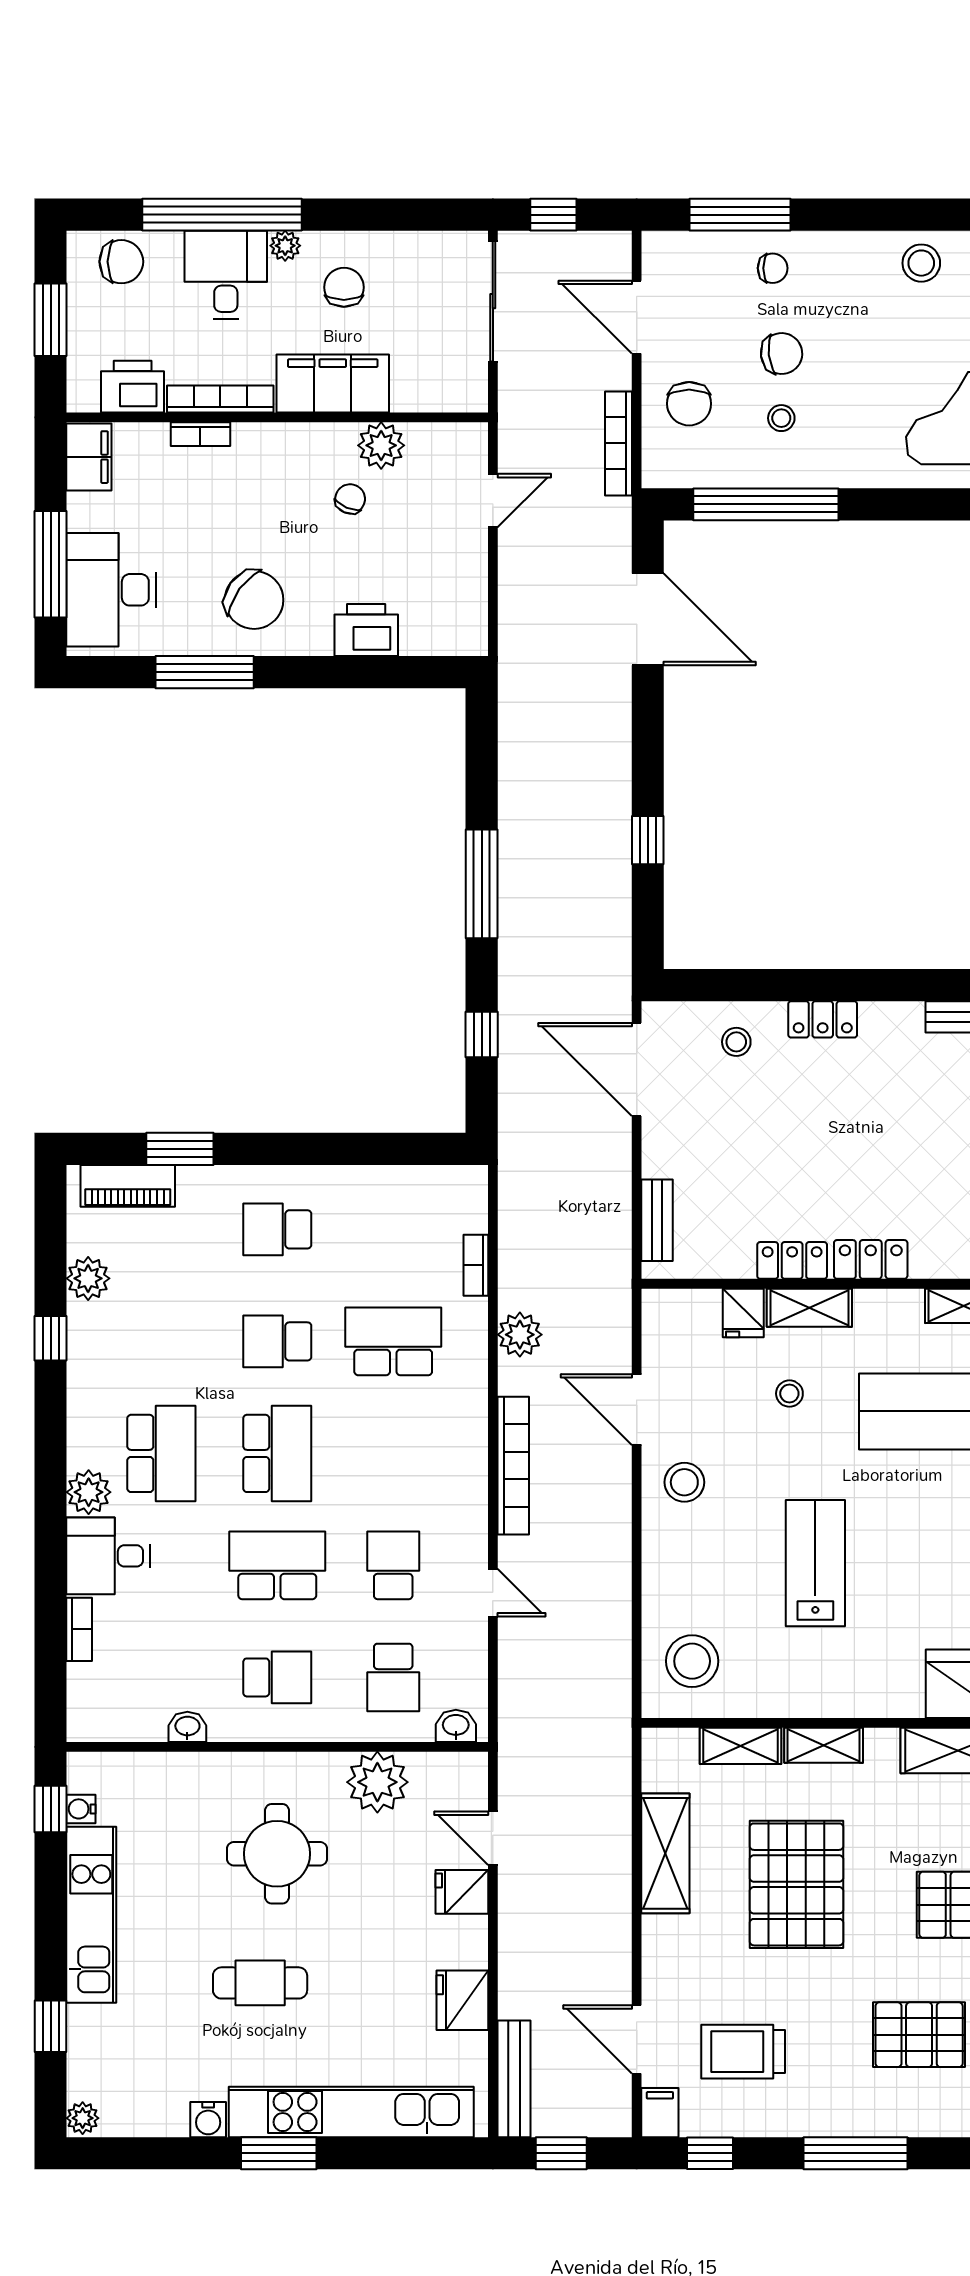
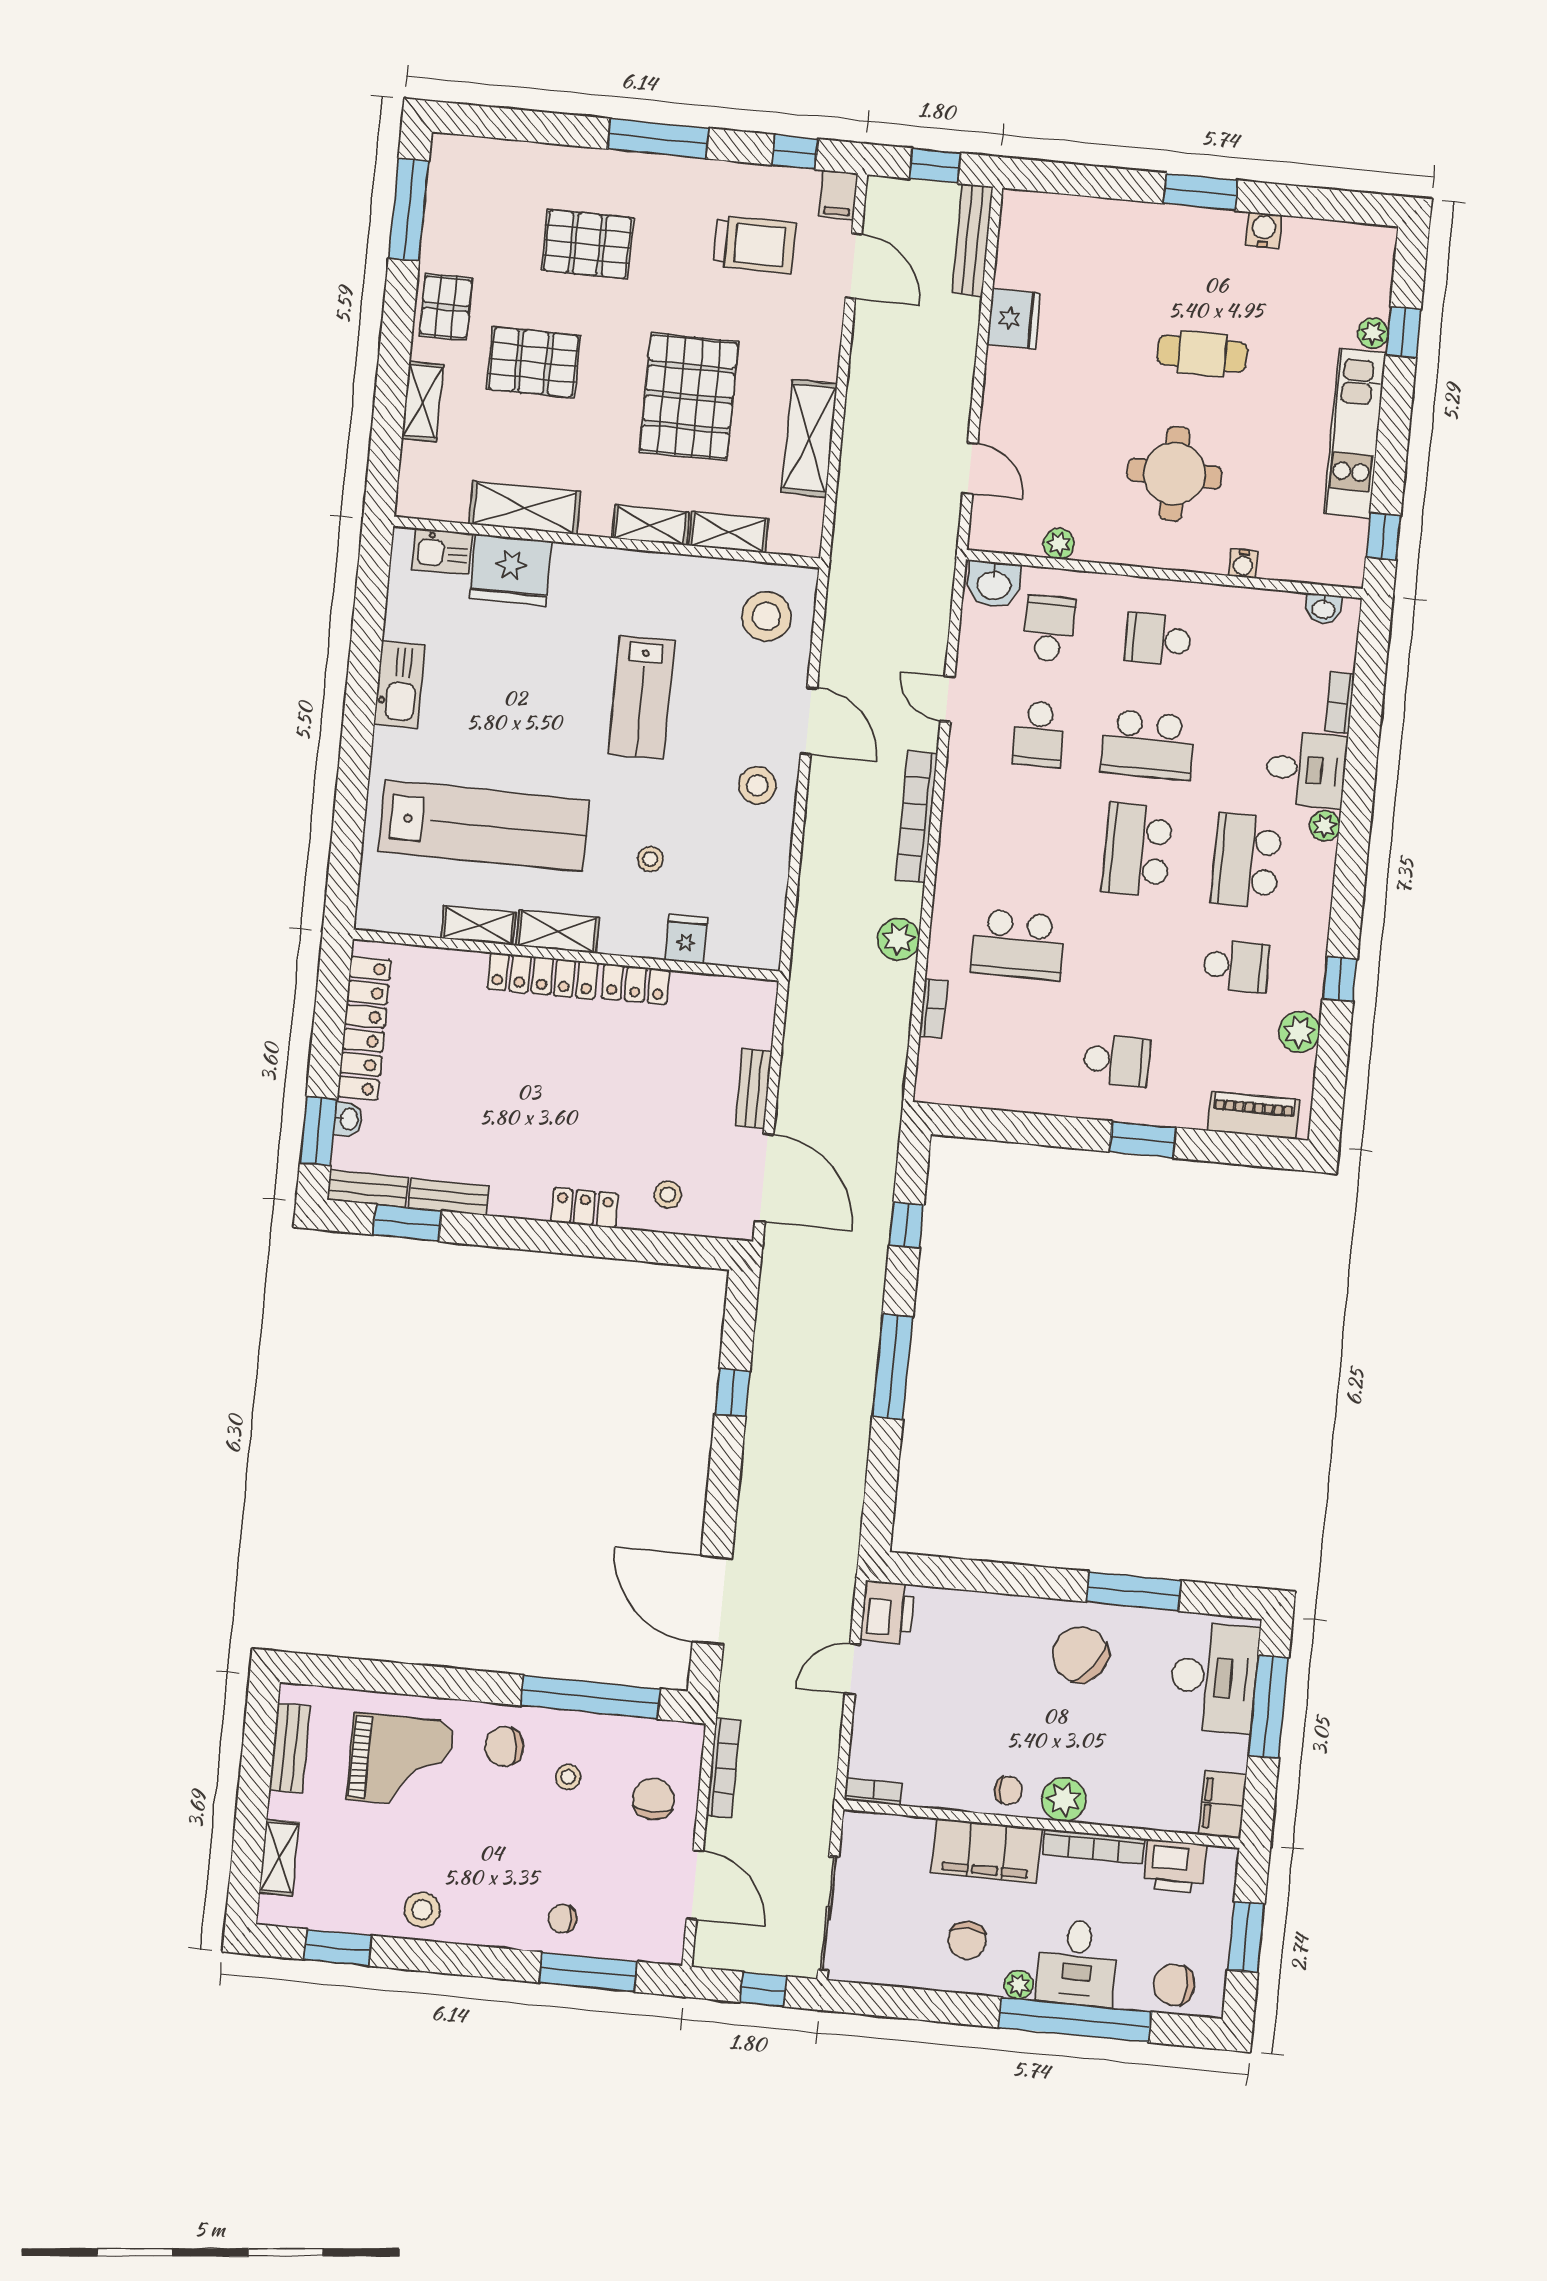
chair: (782, 354) -> (504, 1746), moved
bookcase: (200, 434) -> (873, 1792), moved
plant: (381, 445) -> (1064, 1799), moved
chair: (350, 499) -> (1008, 1790), moved, turned -113
door: (493, 501) -> (852, 1669), moved
printer: (366, 630) -> (887, 1612), moved, turned -90
window: (180, 1149) -> (1143, 1140), moved
bench: (657, 1220) -> (753, 1089), moved
locker: (871, 1259) -> (542, 976), width x1.53
shelving: (809, 1308) -> (558, 931), moved
school desk: (277, 1341) -> (1236, 966), moved
door: (637, 1410) -> (809, 721), moved
plant: (89, 1492) -> (1325, 826), width x0.73, depth x0.73
washbasin: (456, 1726) -> (994, 584), width x1.38, depth x1.45
washbasin: (187, 1727) -> (1323, 609), moved
plant: (377, 1782) -> (1059, 544), width x0.53, depth x0.53
water cooler: (81, 1809) -> (1243, 564), moved, turned 90
fridge: (462, 1892) -> (1004, 421), removed
kitchen unit: (351, 2112) -> (1128, 224), removed
plant: (83, 2118) -> (1373, 333), moved

